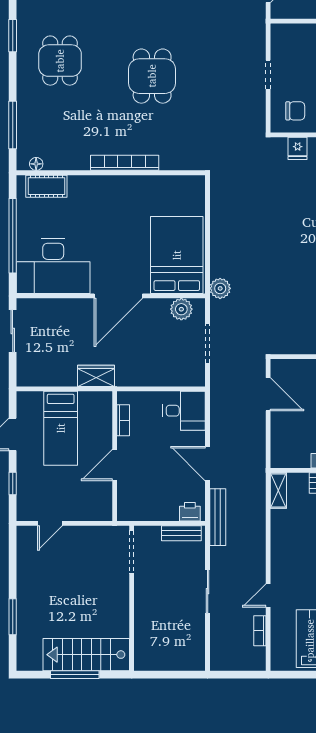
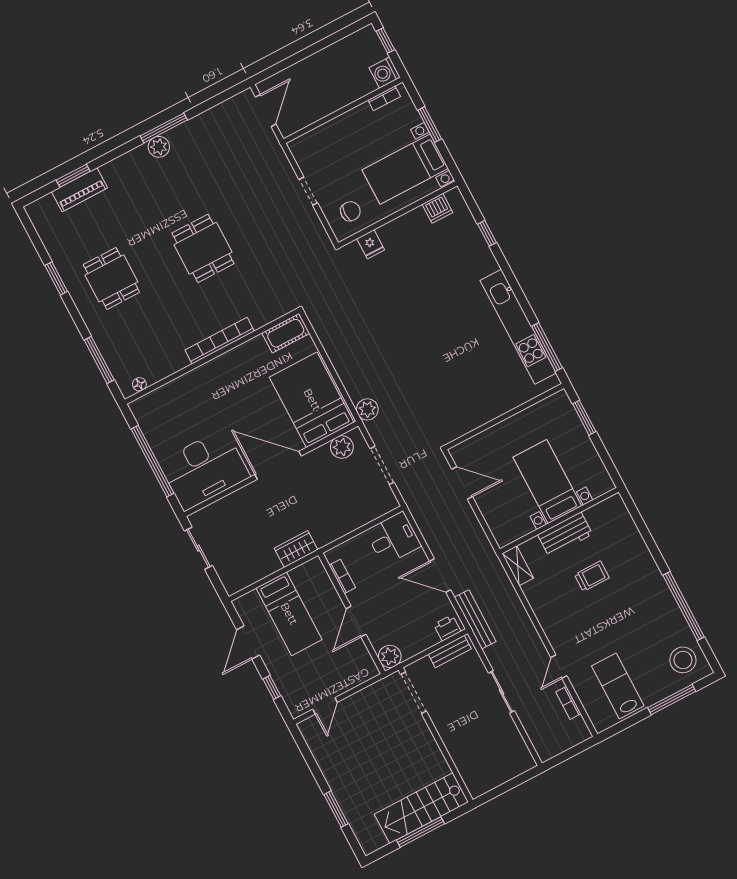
cot: (46, 186) -> (286, 333), moved
door: (118, 296) -> (278, 465), swing flipped
plant: (128, 510) -> (390, 656), added

